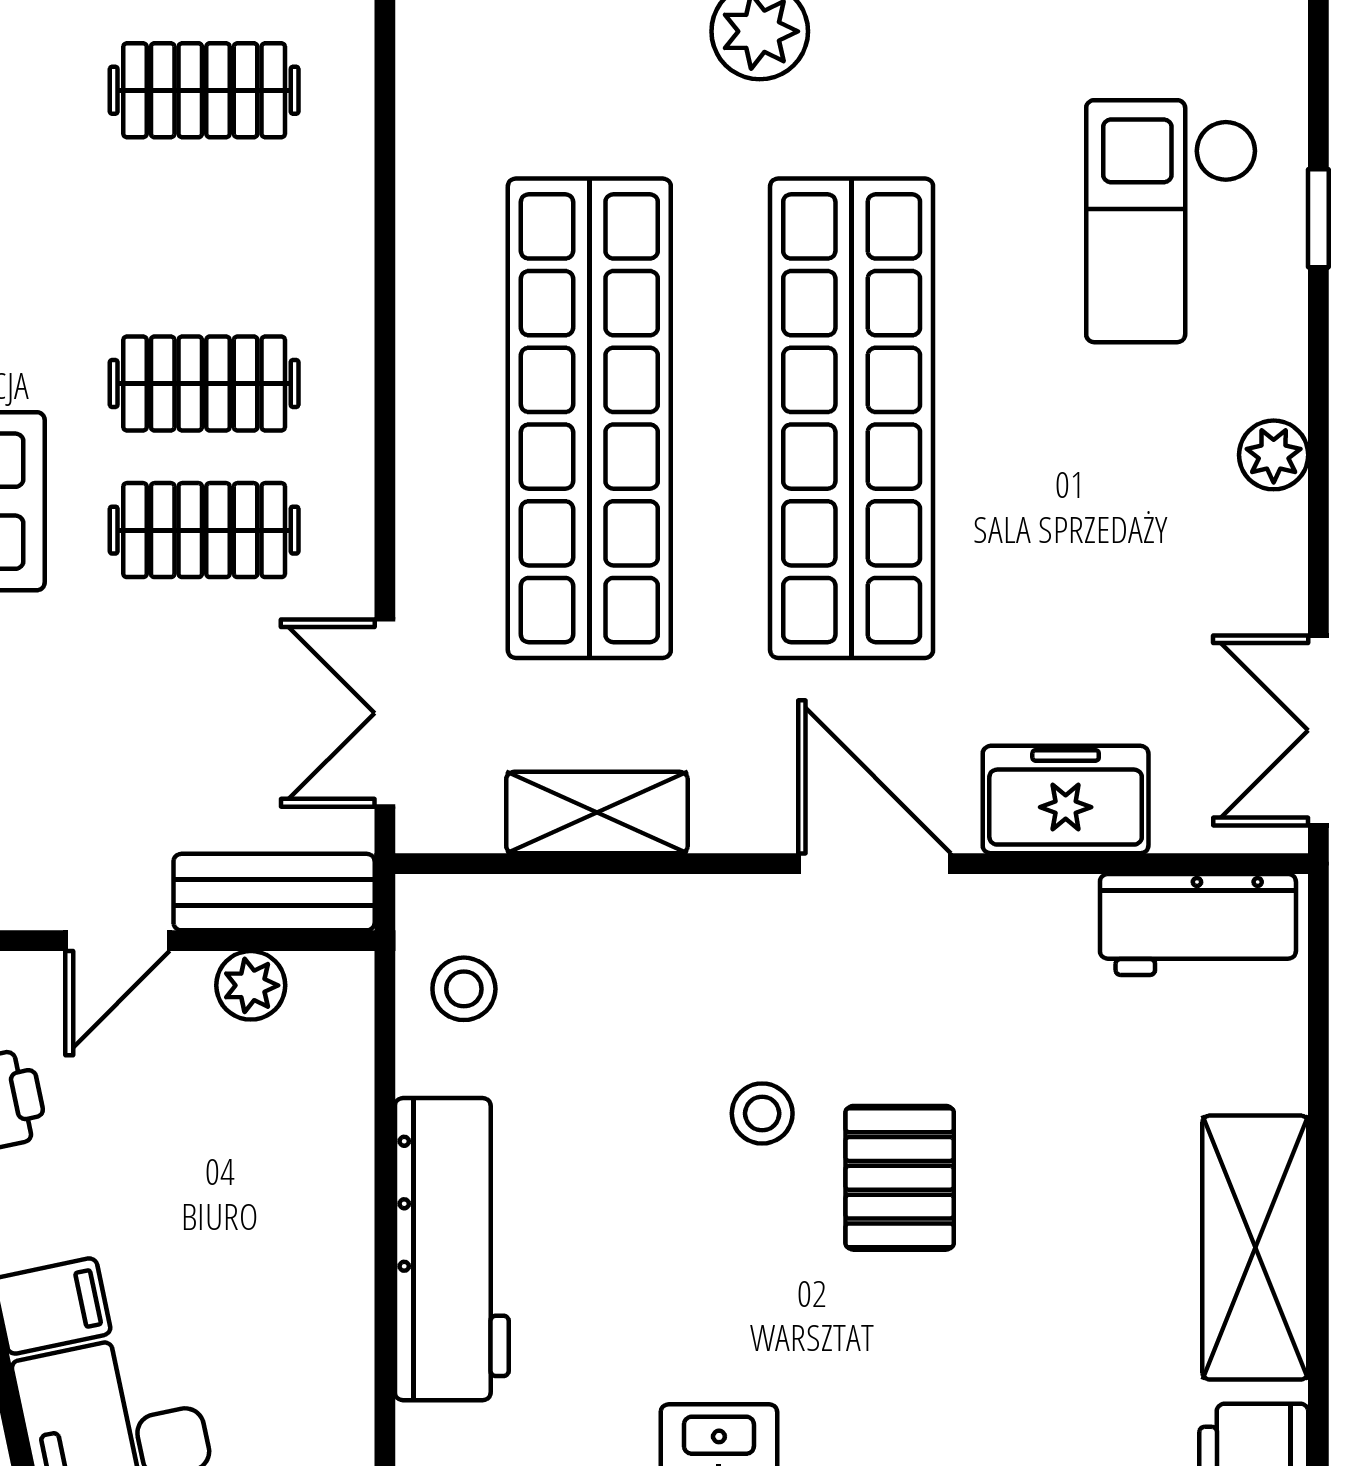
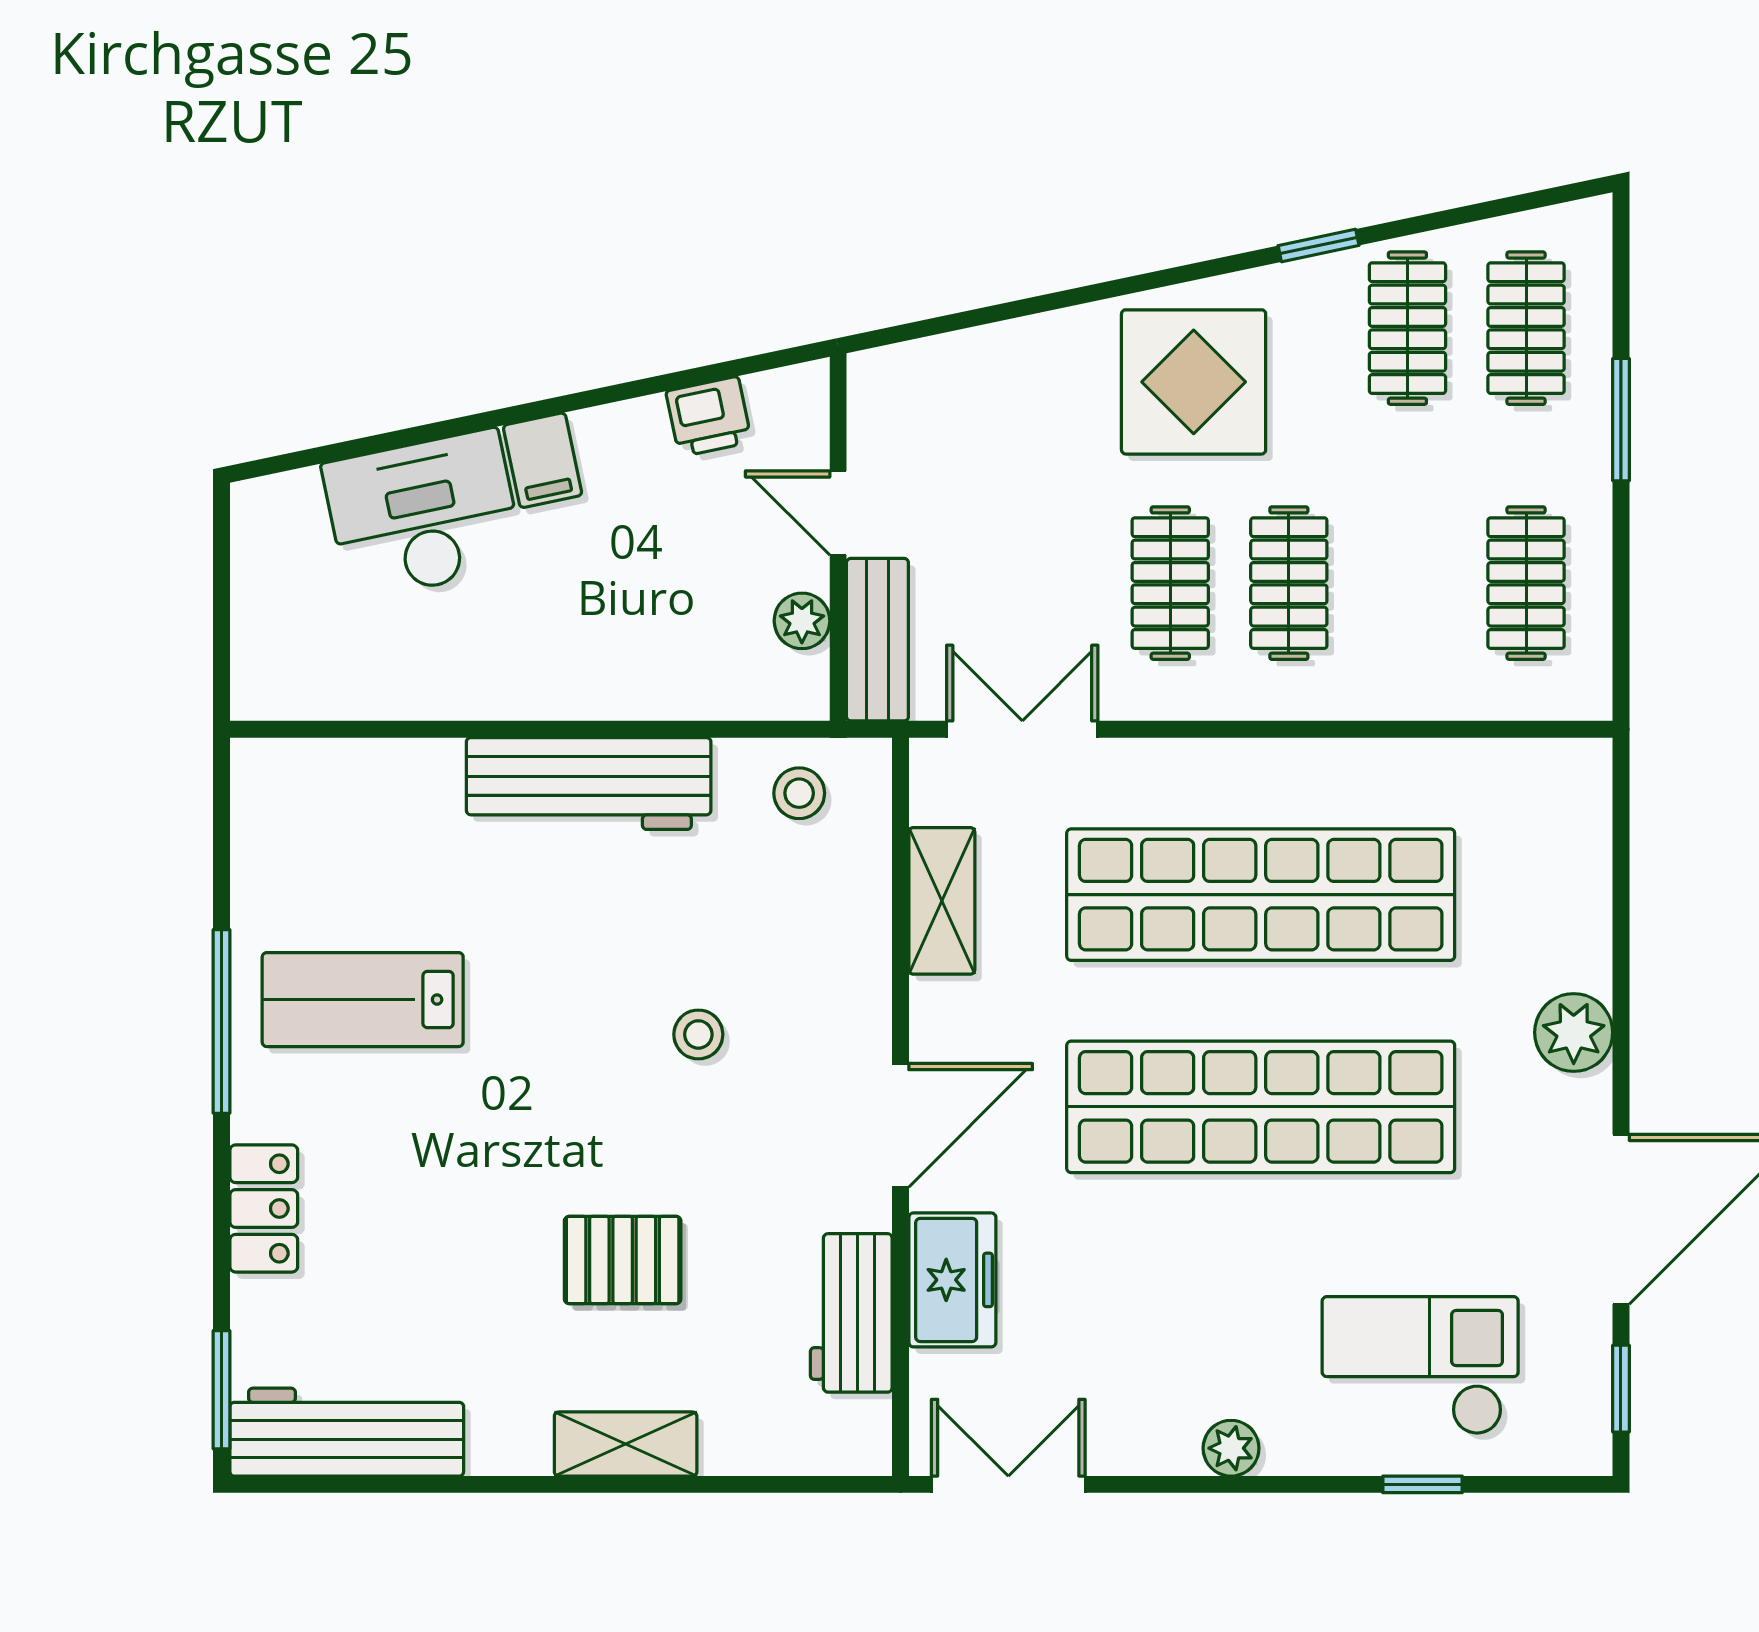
workbench: (1198, 924) -> (851, 1313), moved
pallet: (900, 1178) -> (623, 1260), moved
shelving: (1255, 1248) -> (626, 1444), width x0.67, depth x0.75

